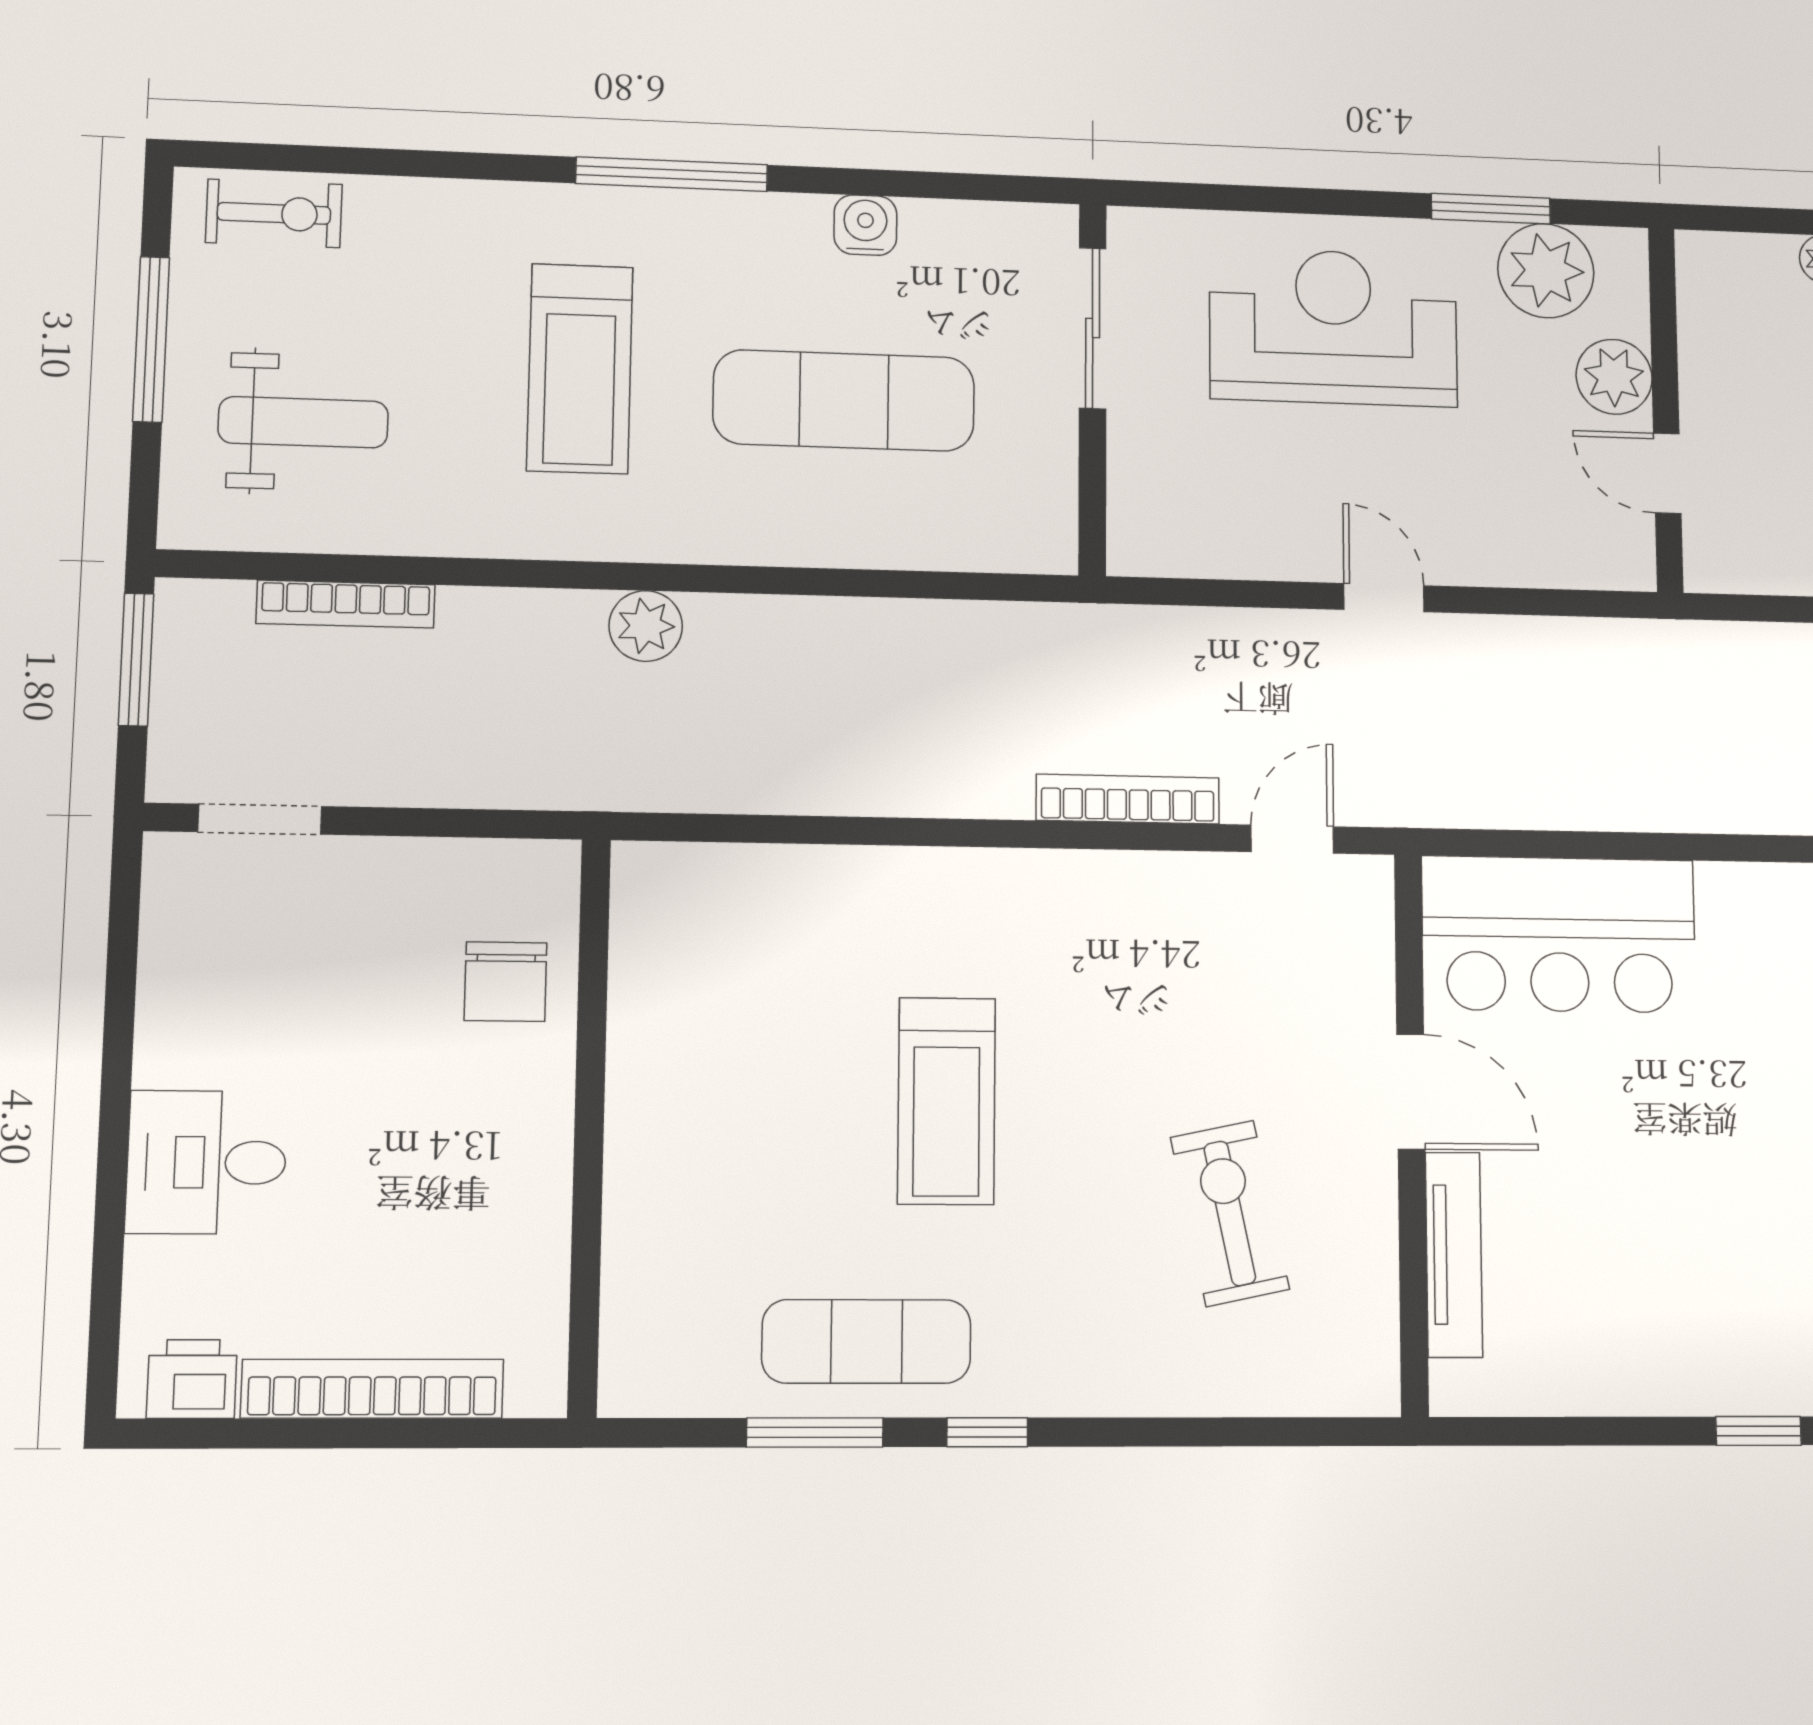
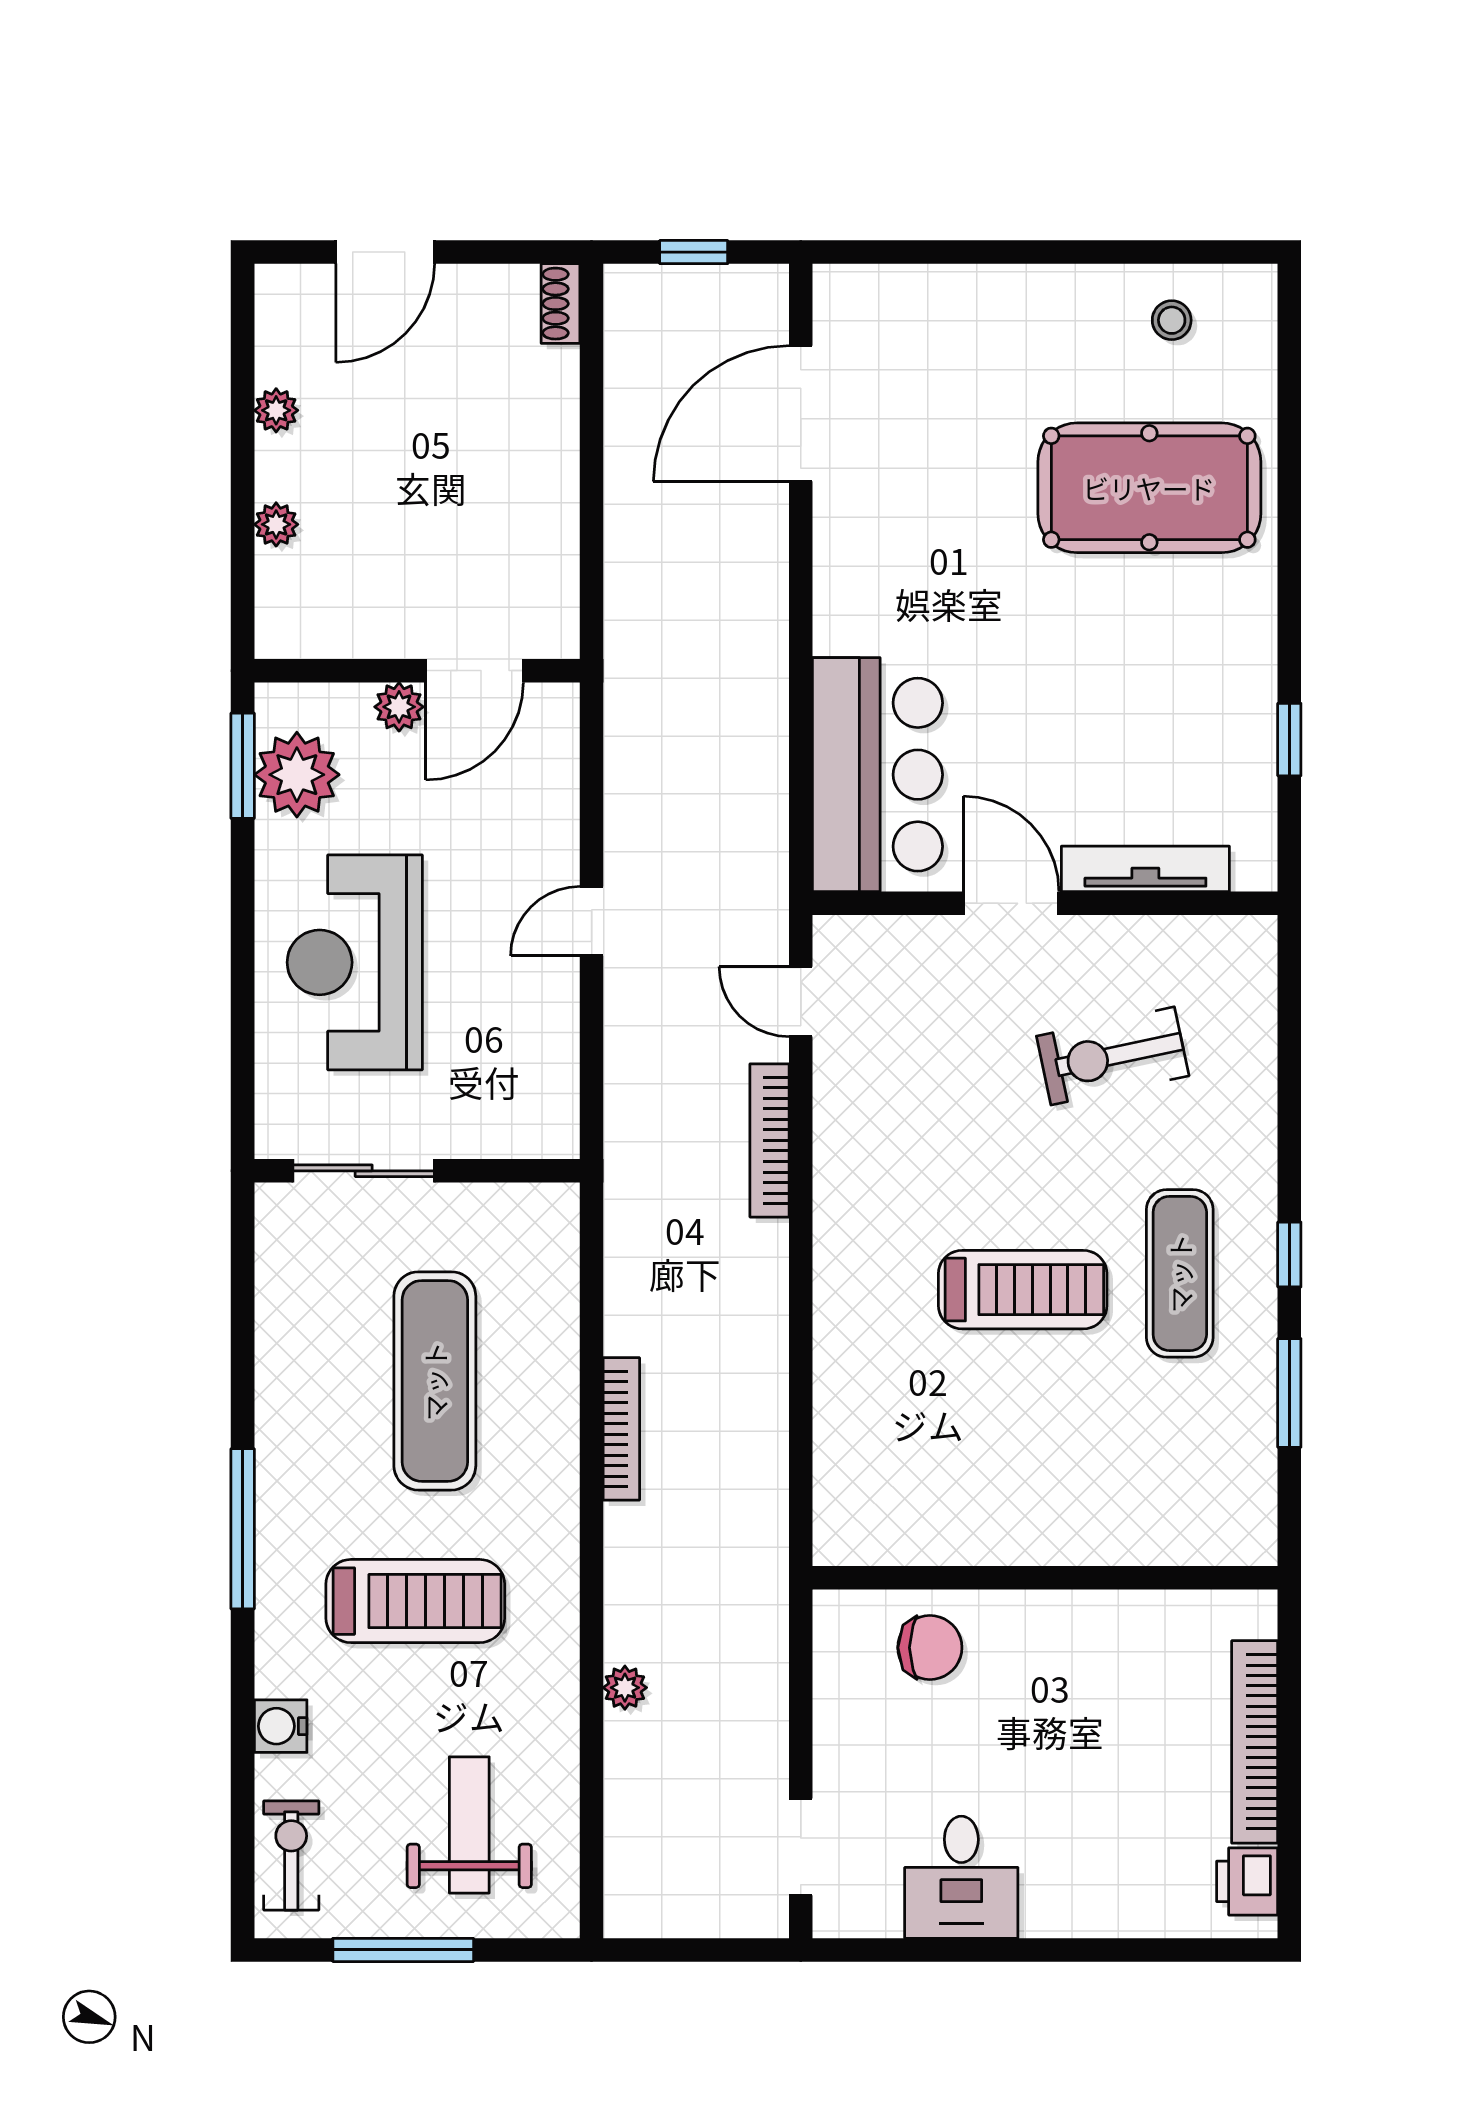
window: (1491, 209) -> (243, 766), moved
water cooler: (865, 225) -> (281, 1726), moved
plant: (1614, 377) -> (399, 707), width x0.73, depth x0.73
door: (1667, 473) -> (475, 671), width x1.38
bookcase: (346, 604) -> (621, 1429), moved
plant: (646, 626) -> (625, 1688), moved, width x0.73, depth x0.73
window: (136, 659) -> (672, 1950), removed
door: (1411, 1092) -> (1011, 903), hinge flipped
desk: (207, 1162) -> (961, 1877), moved
exercise mat: (867, 1341) -> (1180, 1273), moved
window: (1758, 1431) -> (1289, 740), moved

